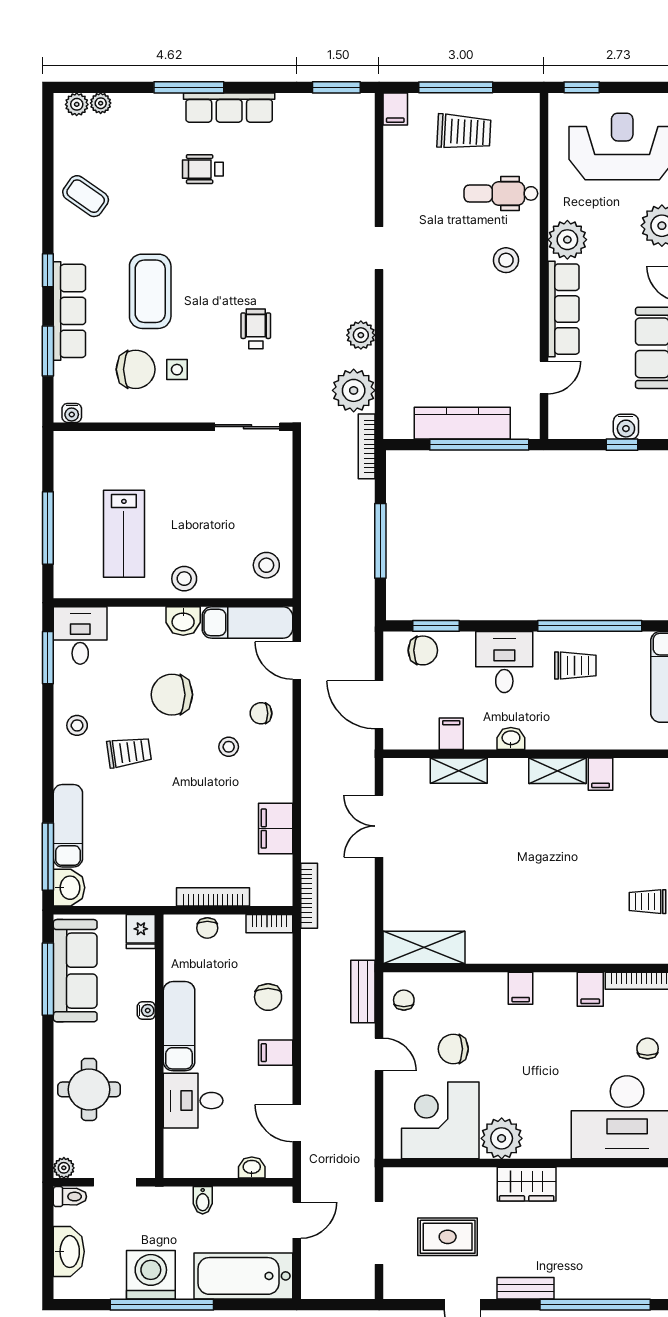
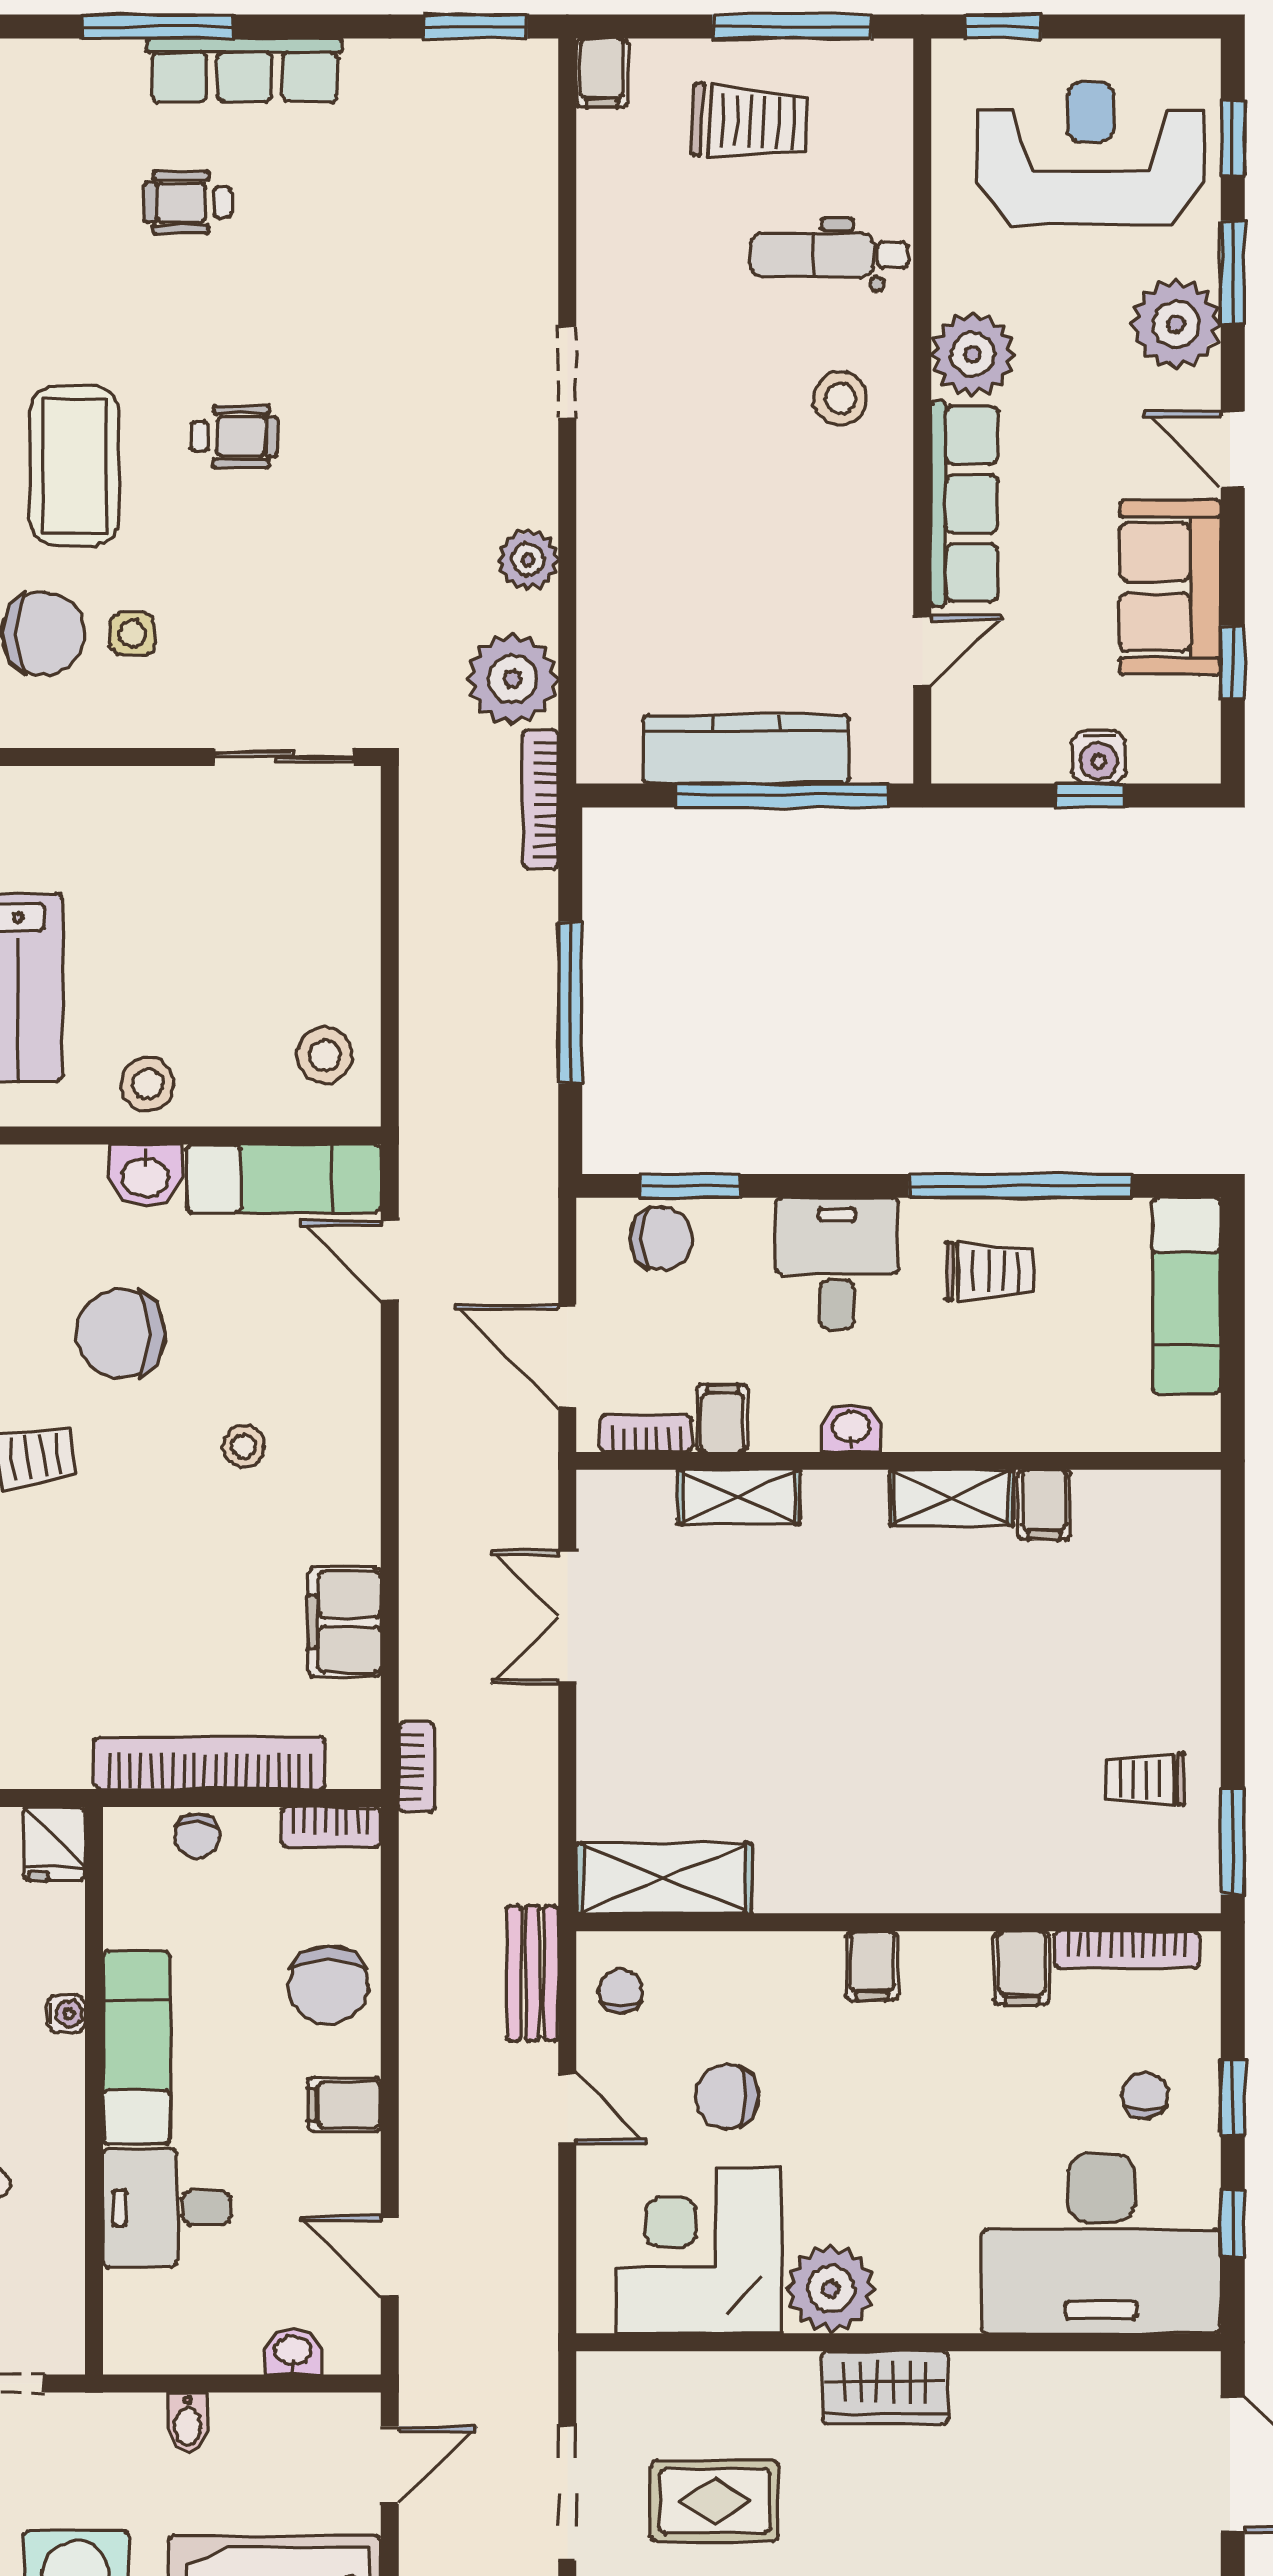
window: (456, 87) -> (792, 27), moved
wheelchair: (256, 329) -> (234, 436), moved, turned 90
chair: (261, 713) -> (313, 1374), removed
bookcase: (416, 741) -> (646, 1434), added
bookcase: (309, 896) -> (417, 1767), width x0.64
bookcase: (213, 897) -> (210, 1763), width x1.48, depth x1.31
chair: (268, 997) -> (328, 1985), width x1.37, depth x1.37

